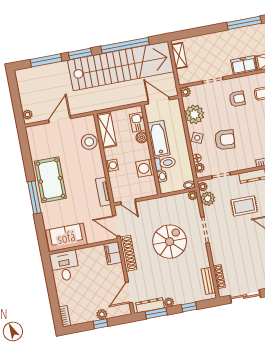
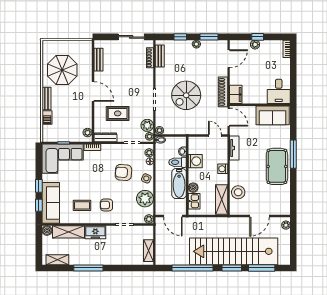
stairs: (121, 66) -> (234, 251), moved
dresser: (150, 305) -> (213, 45), removed

